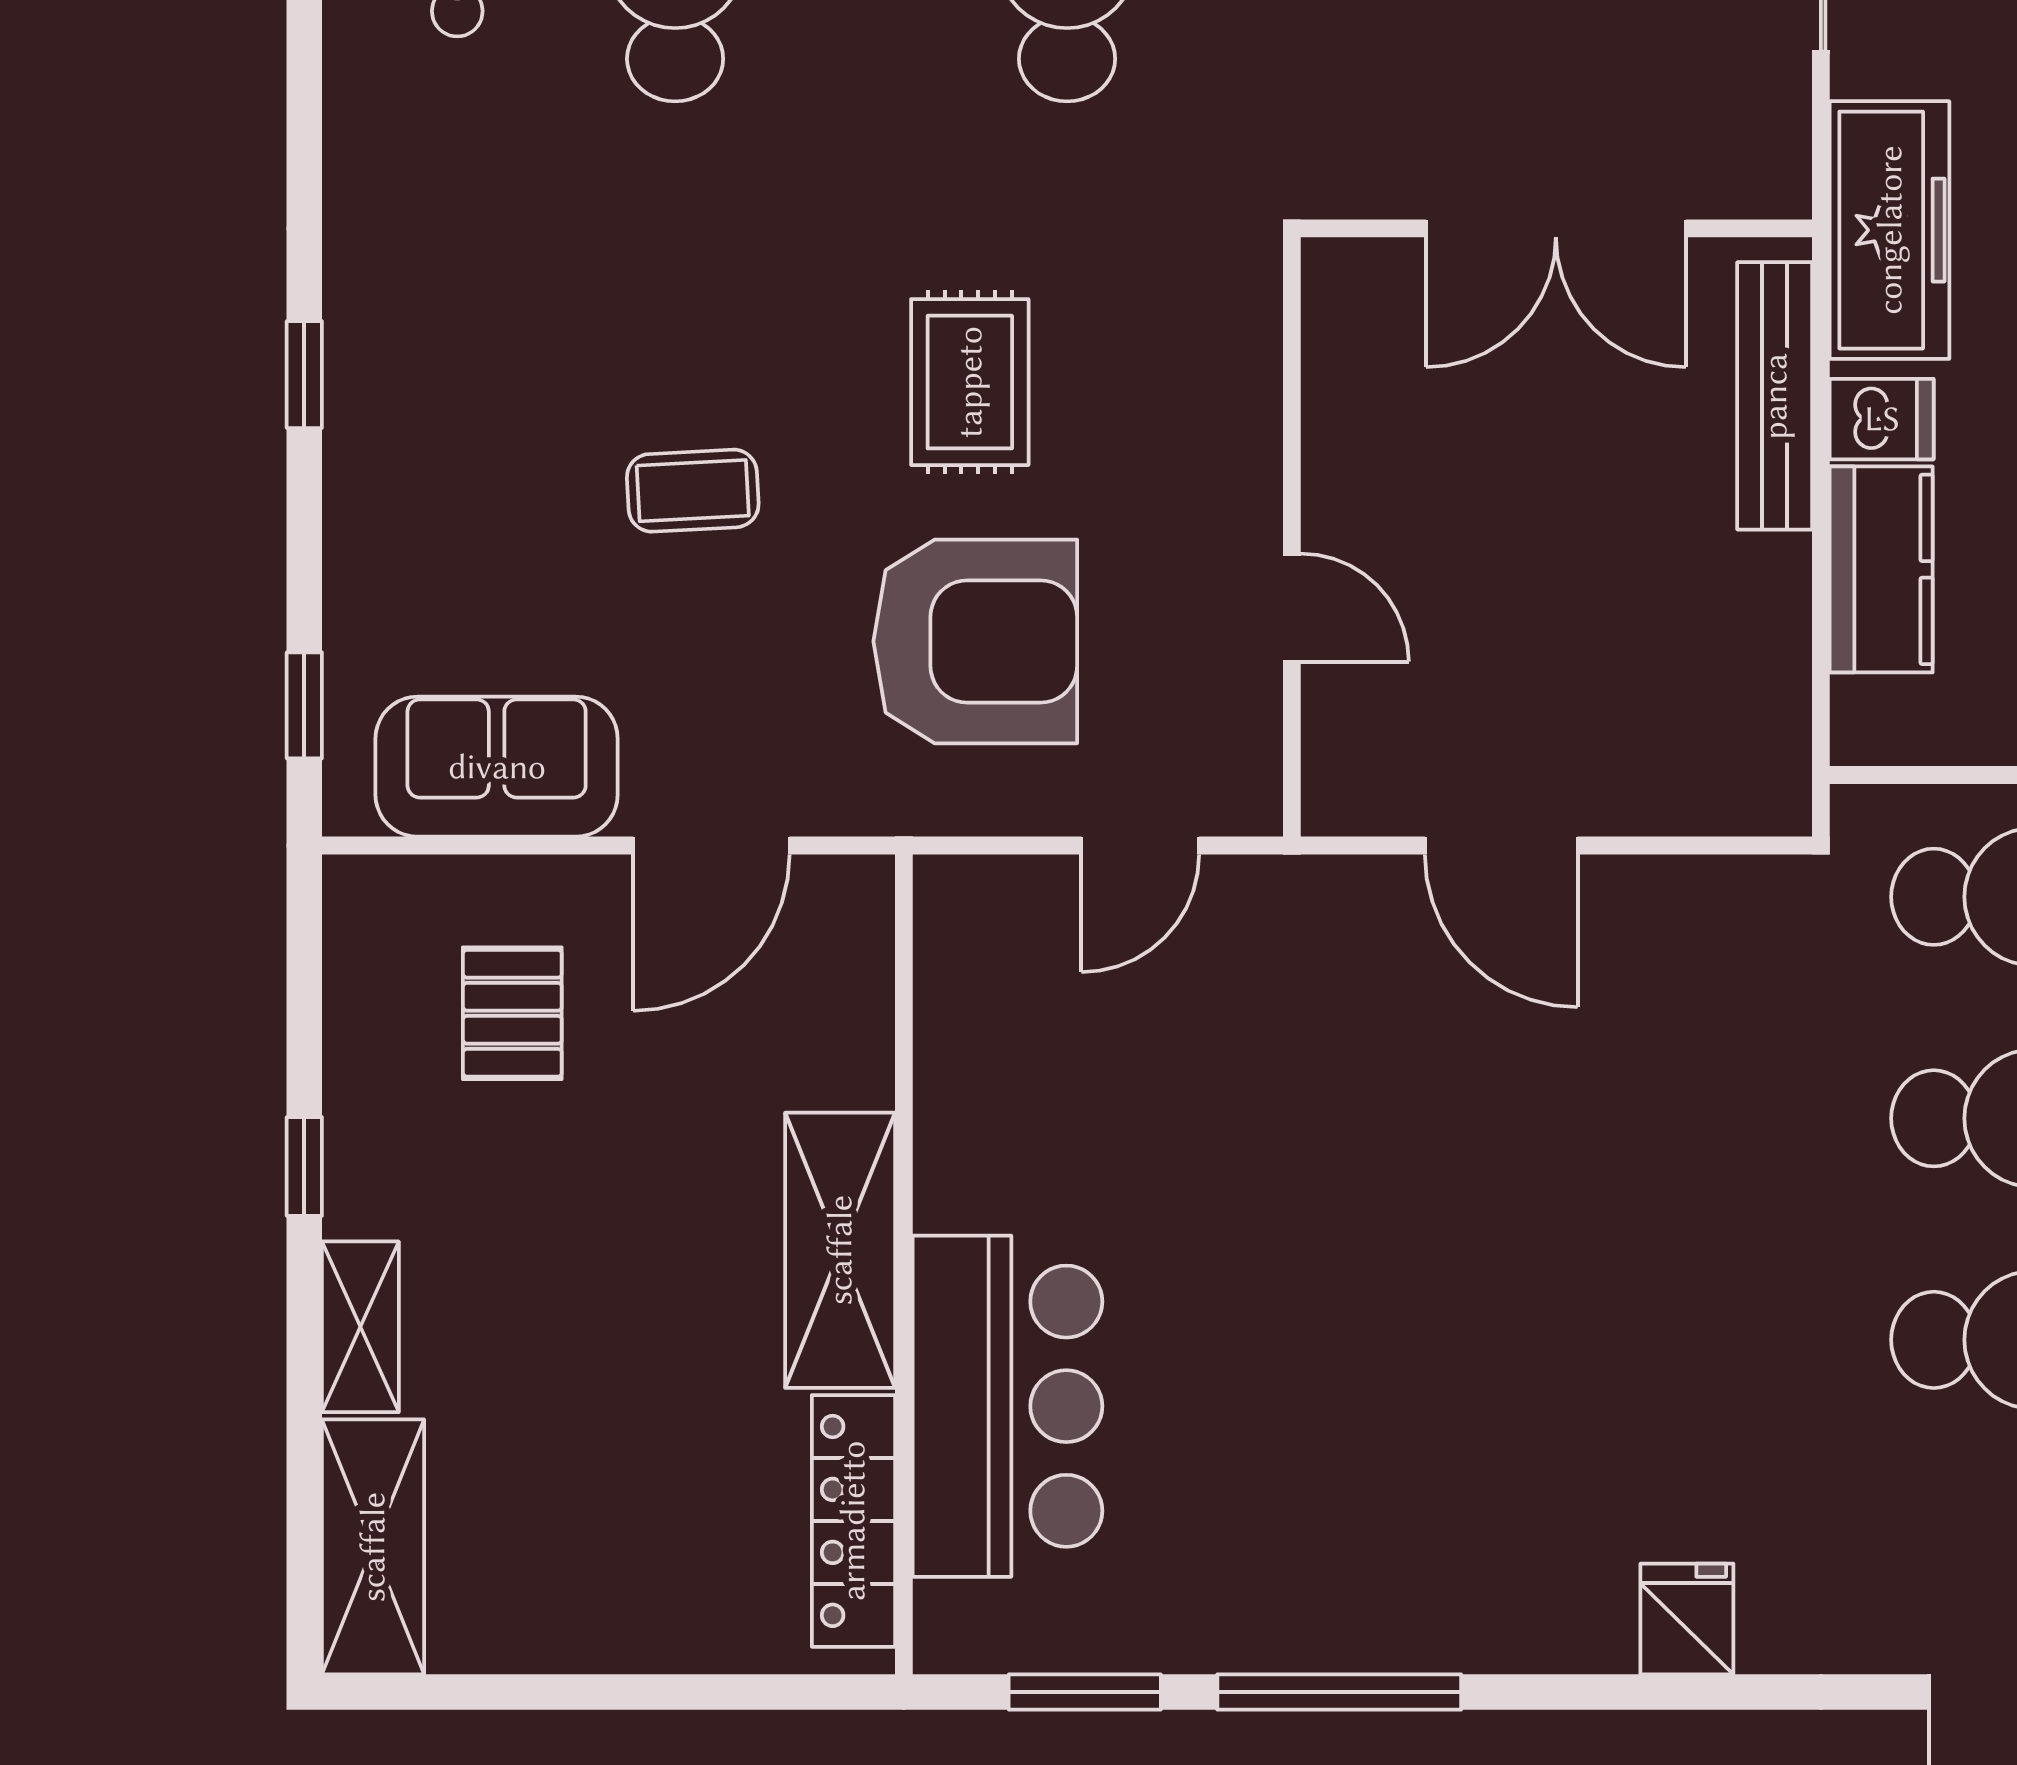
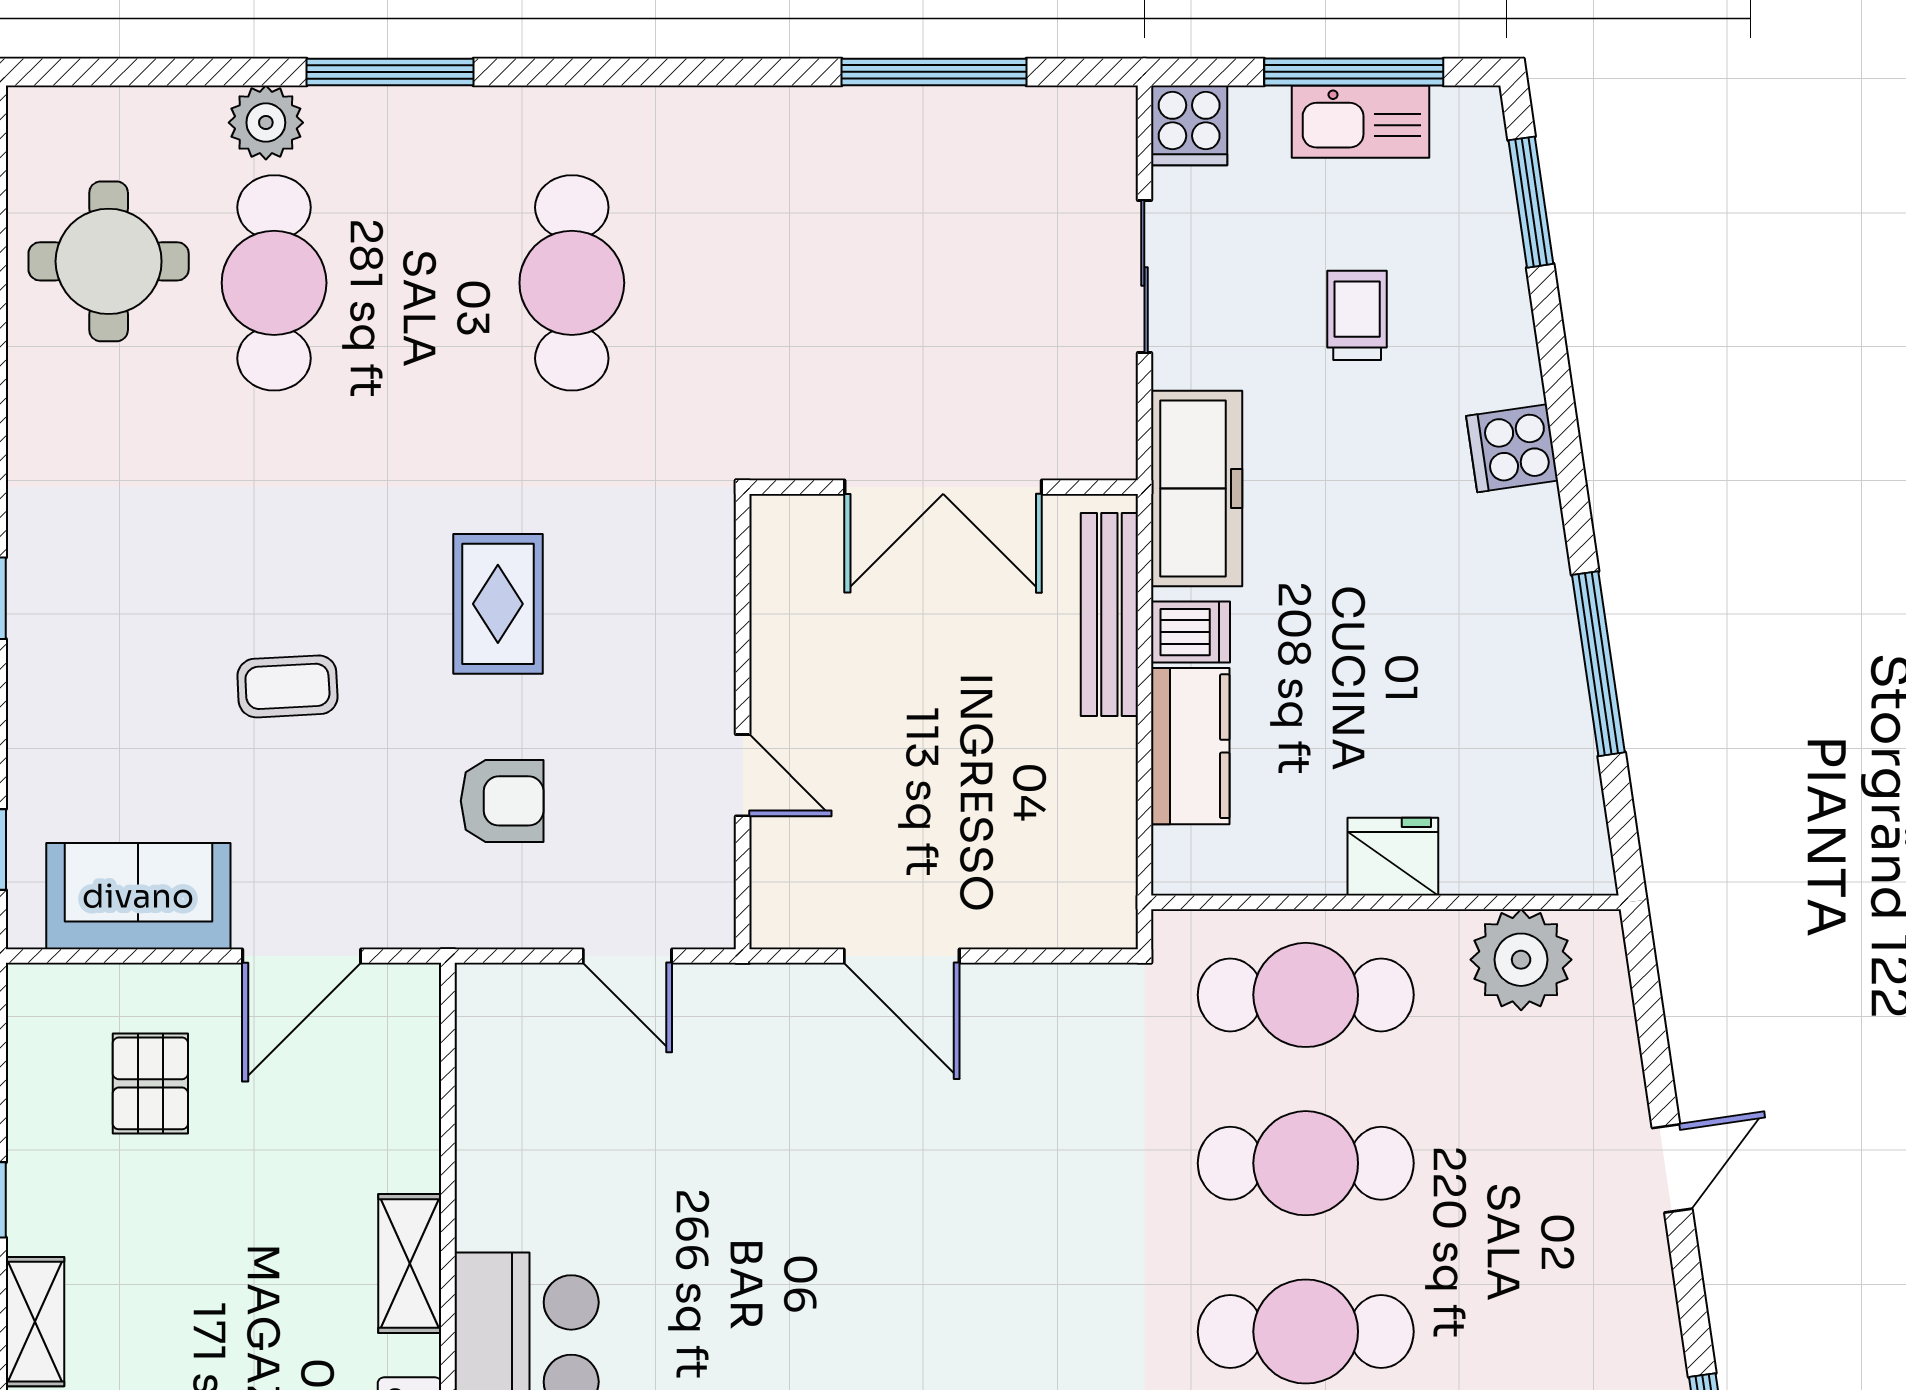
armchair: (975, 641) -> (502, 801), width x0.53, depth x0.53
door: (1140, 846) -> (627, 956), hinge flipped
shelving: (840, 1250) -> (410, 1263), width x0.67, depth x0.75

